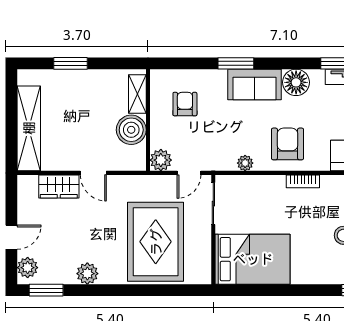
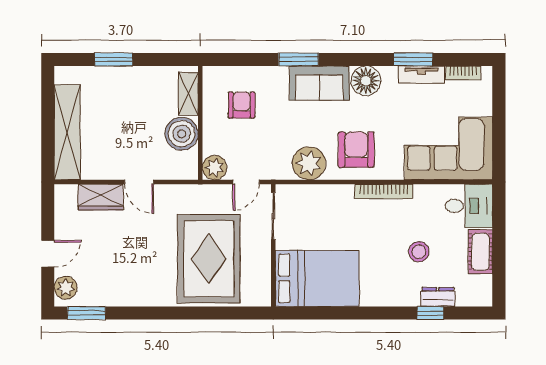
plant: (245, 163) -> (309, 163), width x1.87, depth x1.87
bookcase: (303, 181) -> (384, 191), width x1.56
plant: (87, 274) -> (133, 294), removed

